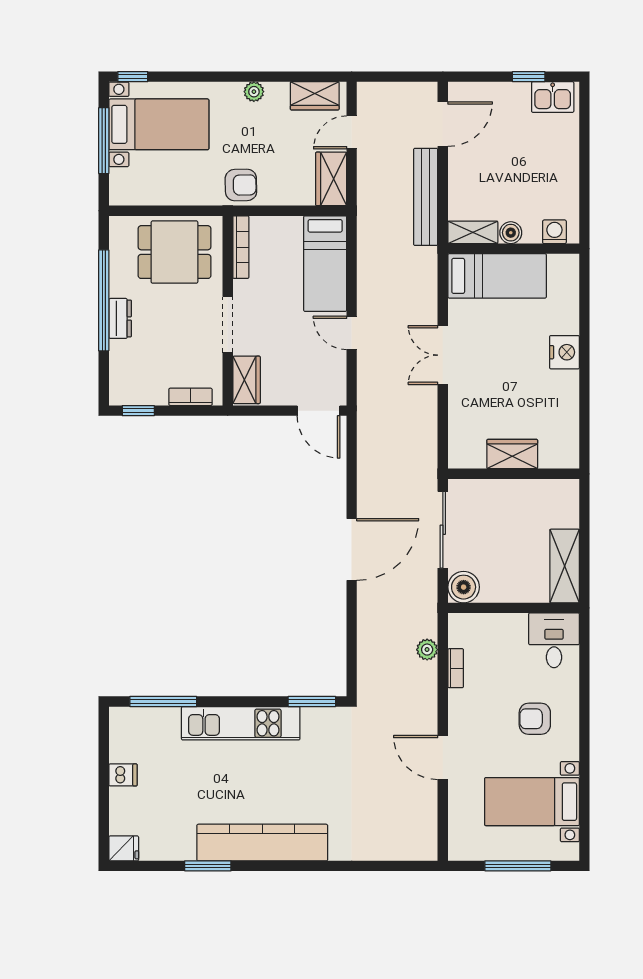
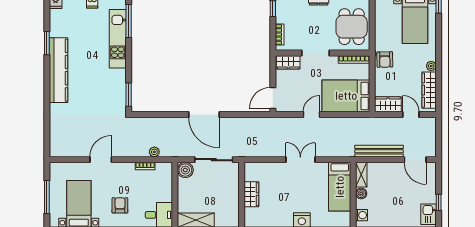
wardrobe: (315, 96) -> (429, 90), width x1.50
bed: (325, 264) -> (346, 96), width x1.50
kitchen unit: (241, 723) -> (118, 39), moved

